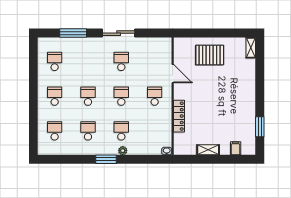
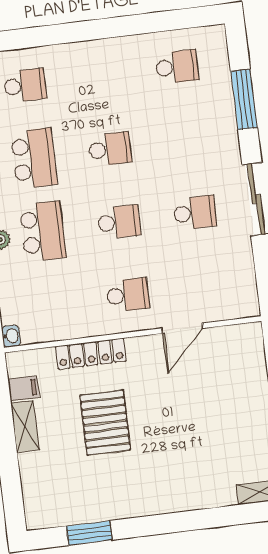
pallet: (210, 55) -> (105, 423), moved
school desk: (55, 96) -> (101, 76), removed
school desk: (88, 131) -> (34, 158), width x1.85
school desk: (121, 131) -> (43, 231), width x1.85
filing cabinet: (236, 148) -> (24, 388), moved

